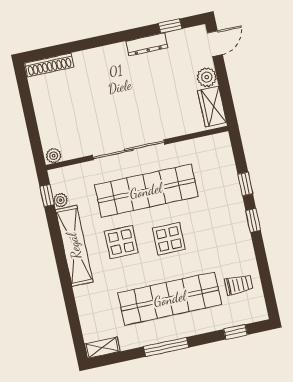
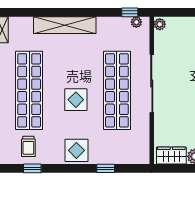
plant: (61, 200) -> (136, 22), moved
window: (253, 220) -> (32, 168), moved
display table: (121, 242) -> (76, 150), moved
shelving: (74, 246) -> (65, 25), moved

